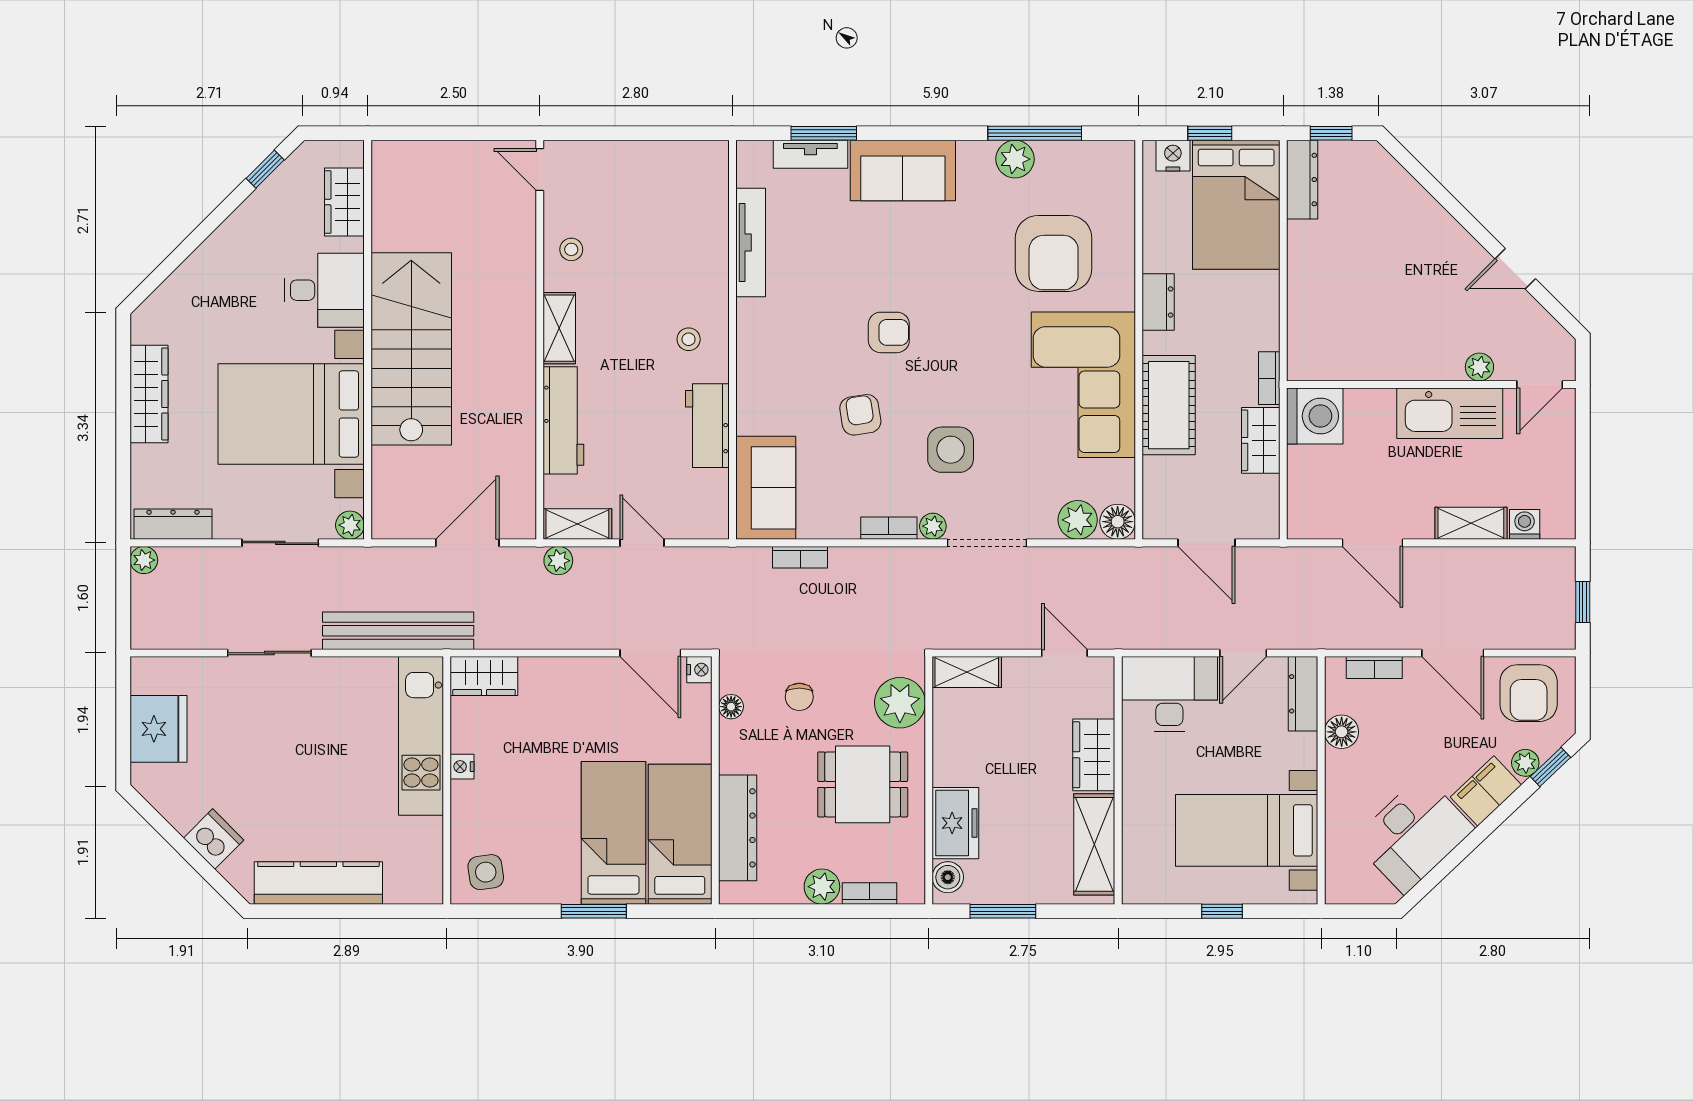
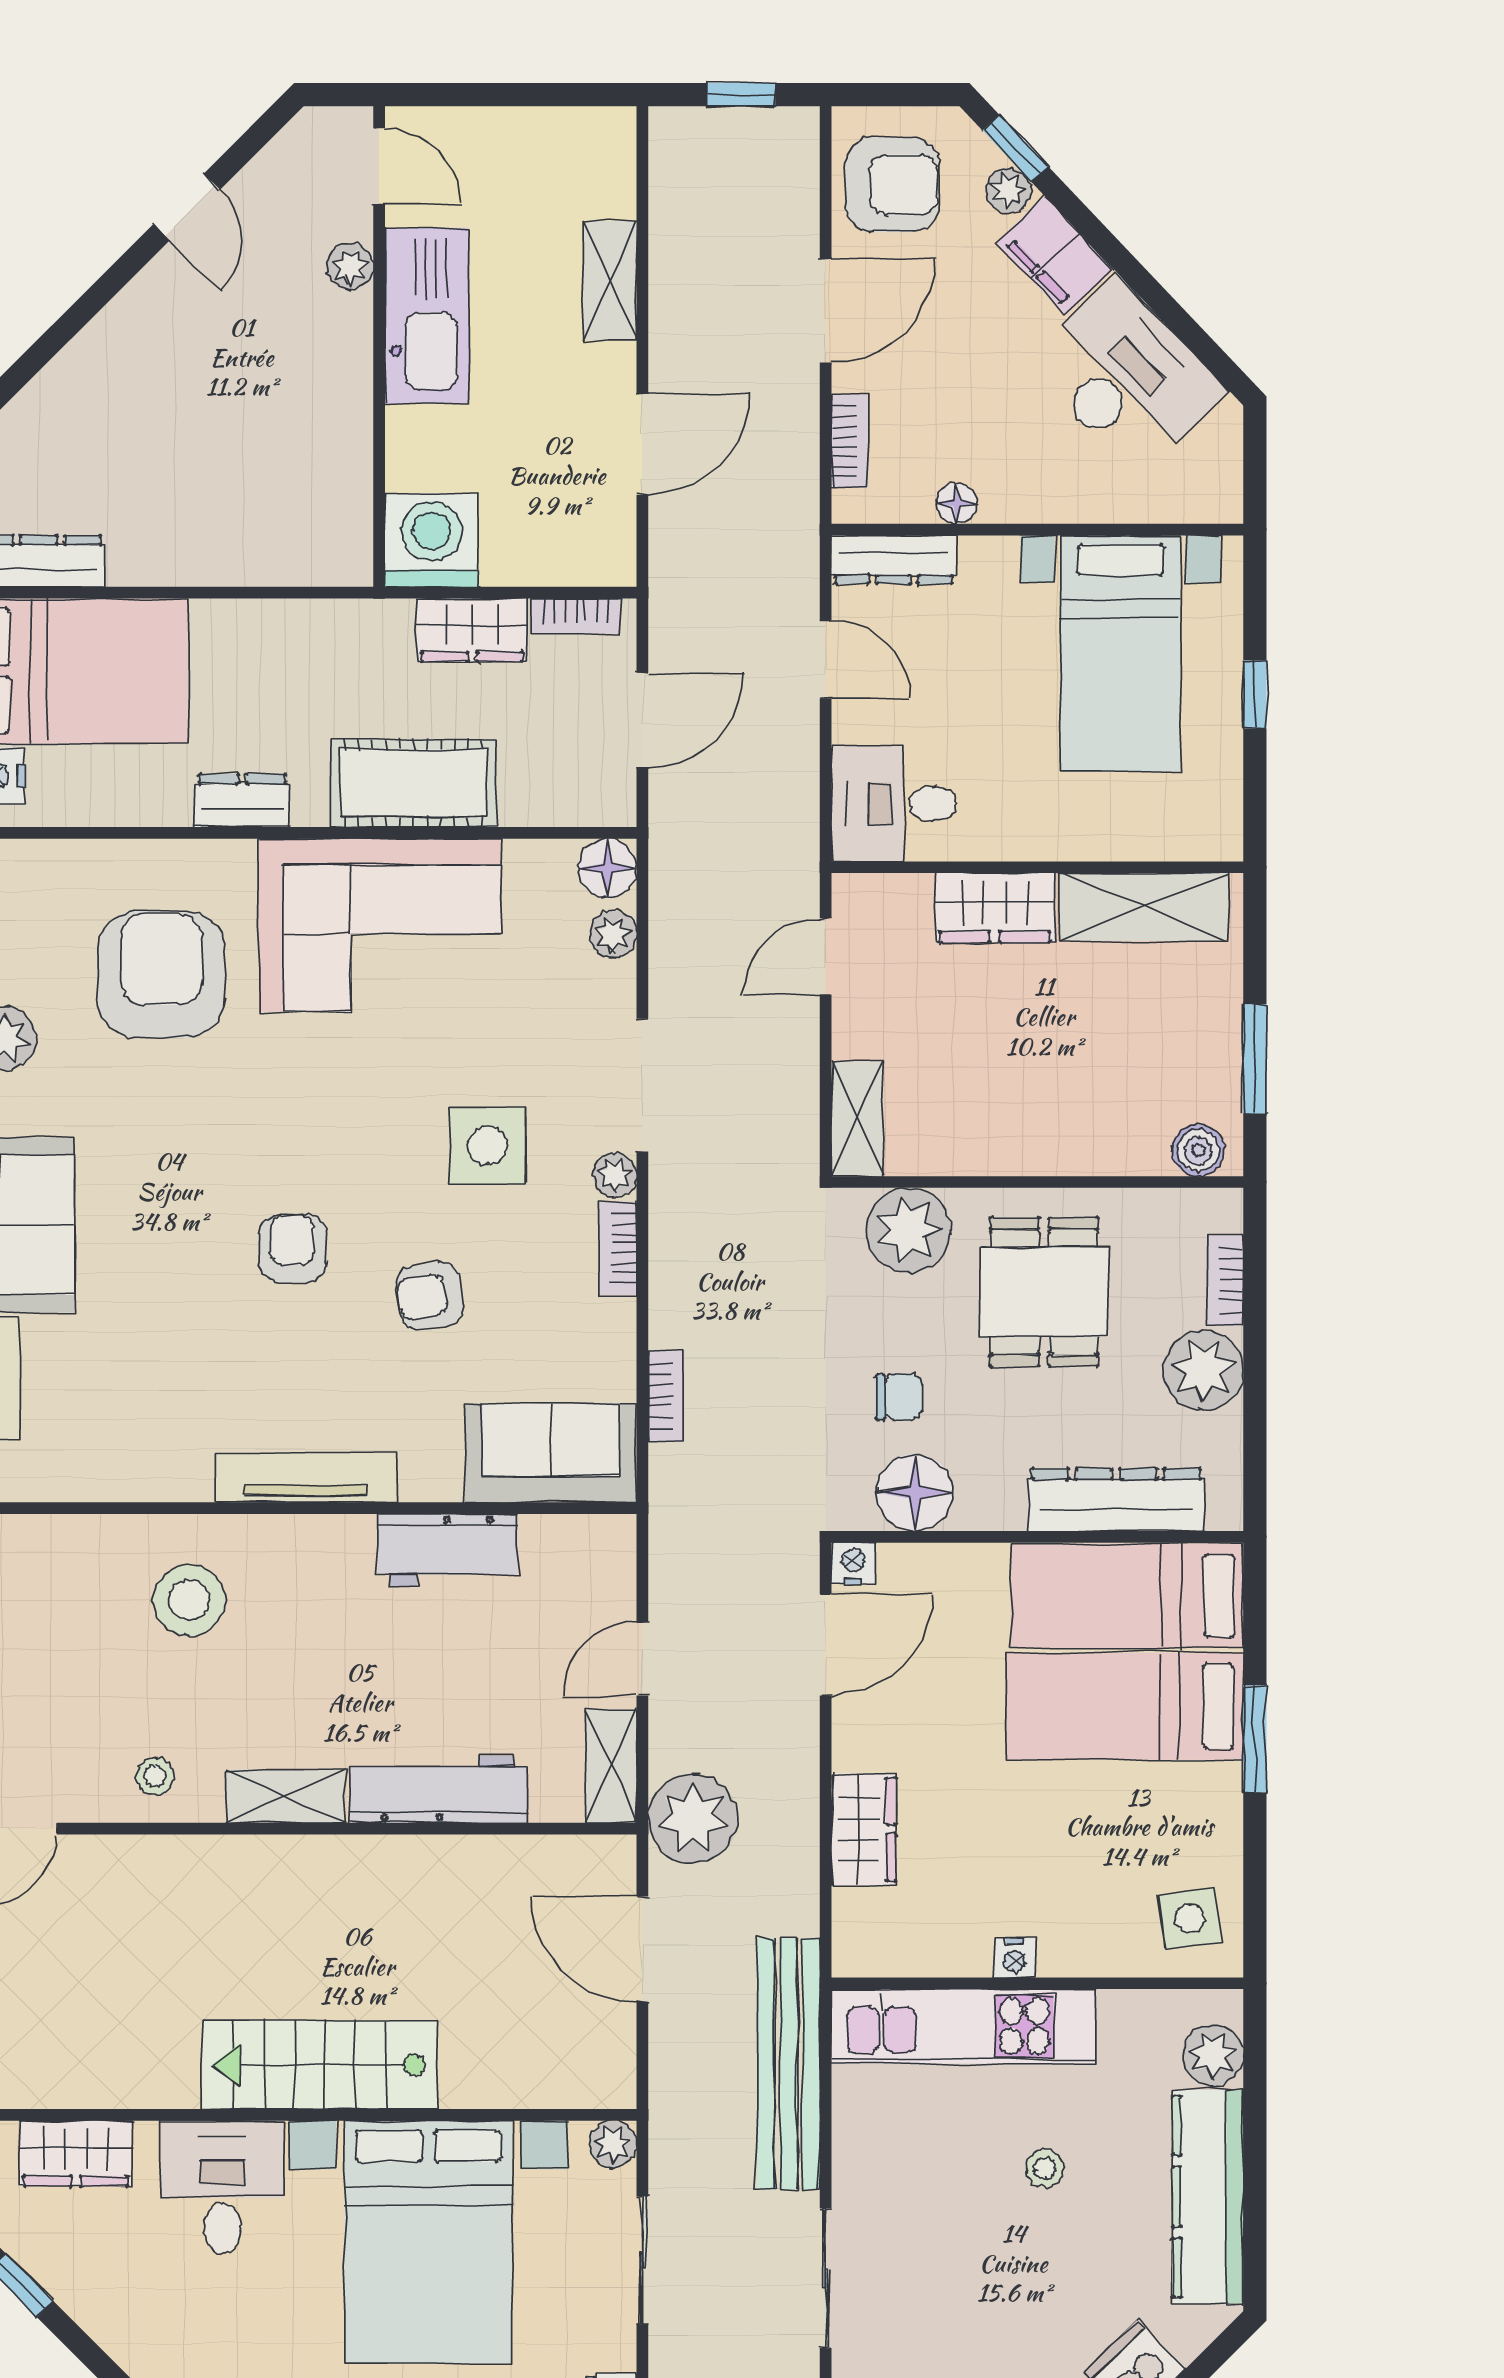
tv unit: (751, 242) -> (305, 1478), moved
armchair: (1054, 253) -> (161, 974), turned -90
stool: (689, 339) -> (189, 1600), moved, width x1.89, depth x1.89
stairs: (411, 349) -> (320, 2065), width x0.73, depth x0.66
bookcase: (1269, 378) -> (576, 616), moved
plant: (1078, 520) -> (613, 934), width x0.73, depth x0.73
washing machine: (1525, 524) -> (612, 191), removed
plant: (558, 561) -> (693, 1819), width x1.88, depth x1.88
wardrobe: (484, 676) -> (864, 1829), moved
desk: (1169, 694) -> (894, 803), width x0.73
floor lamp: (731, 707) -> (915, 1493), width x1.89, depth x1.89
floor lamp: (1342, 732) -> (957, 503), width x0.73, depth x0.73
stool: (336, 785) -> (1045, 2168), added
freezer: (955, 823) -> (1108, 1138), removed
plant: (404, 886) -> (1213, 2055), added
plant: (822, 887) -> (1203, 1370), width x1.36, depth x1.36

